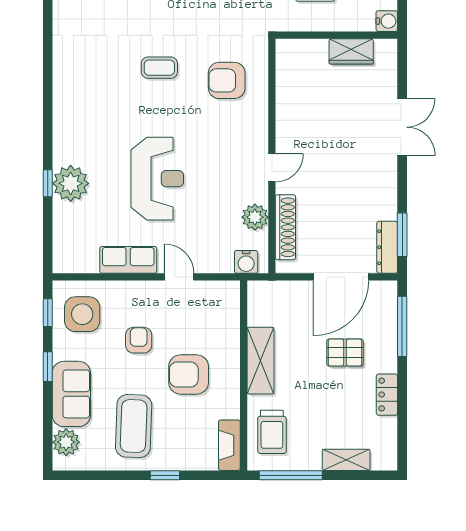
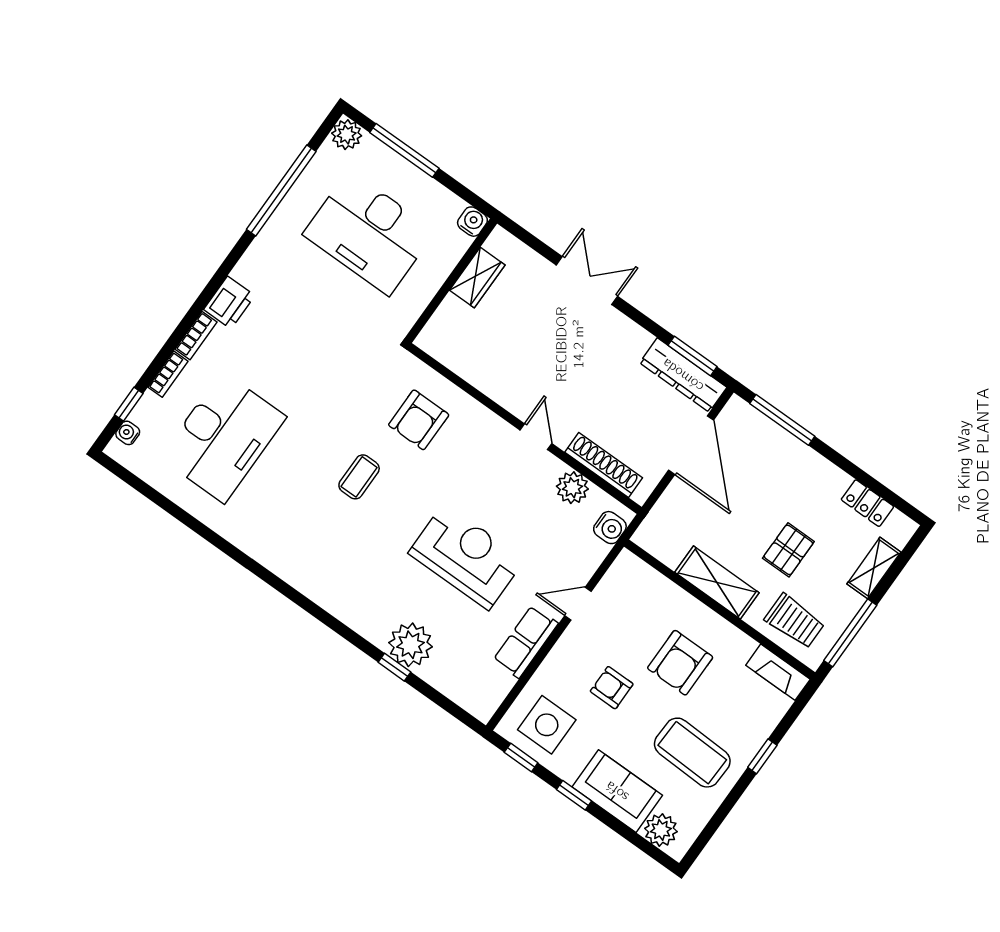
dresser: (387, 247) -> (683, 375), width x1.37, depth x1.24
pallet: (345, 353) -> (788, 550), moved
locker: (387, 395) -> (867, 503), moved

